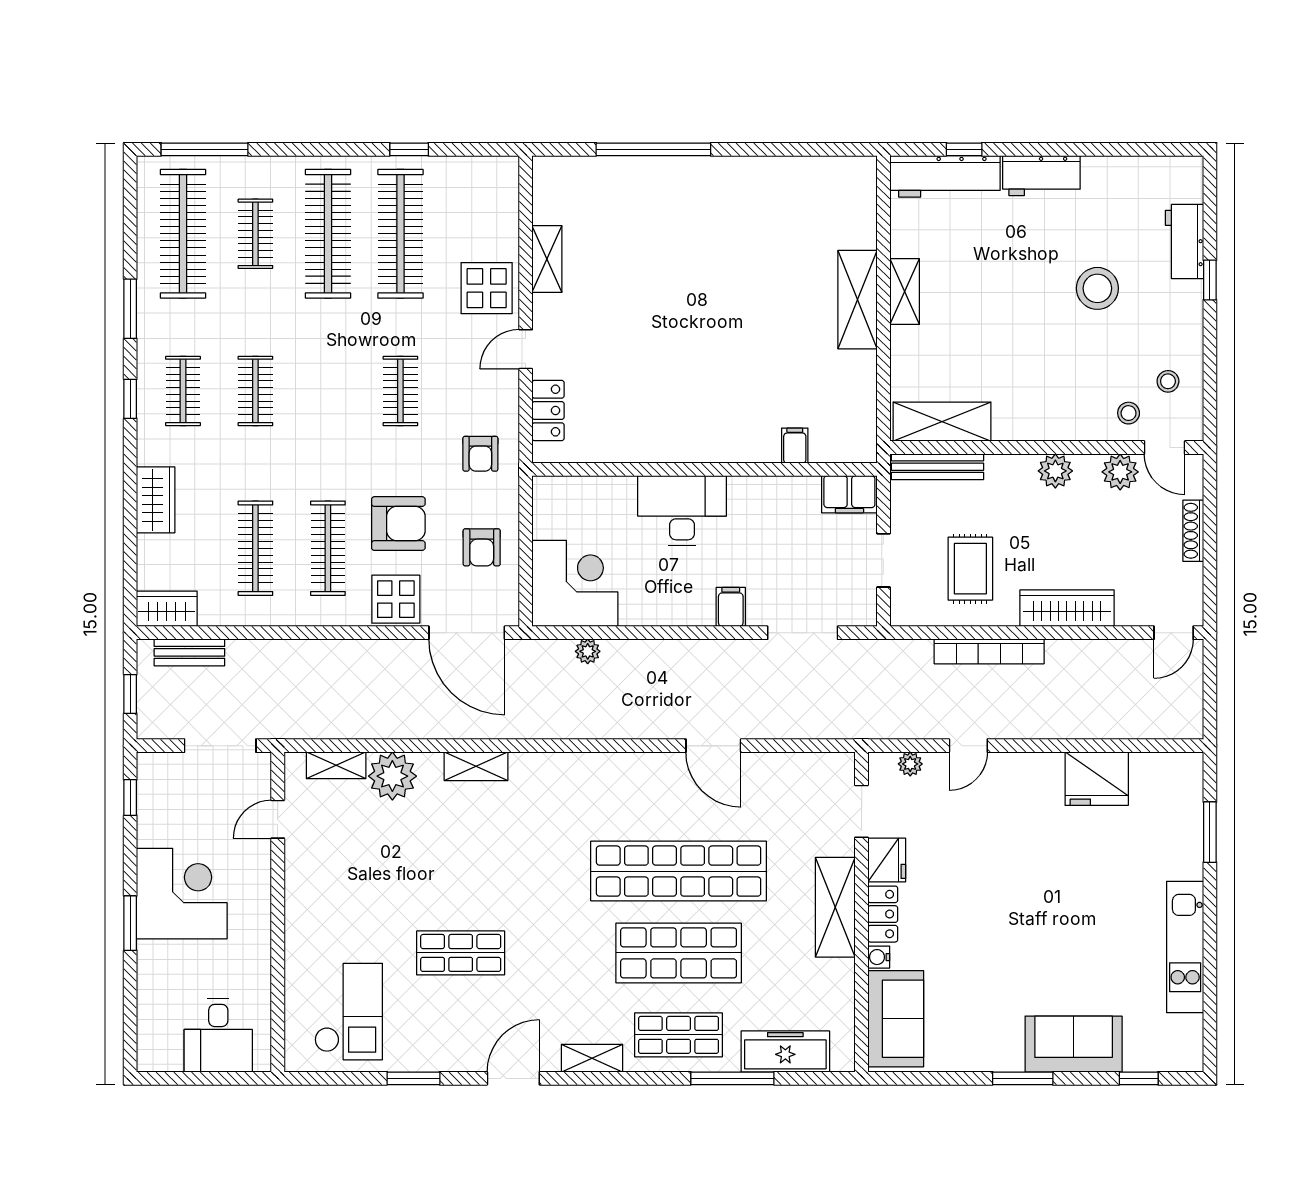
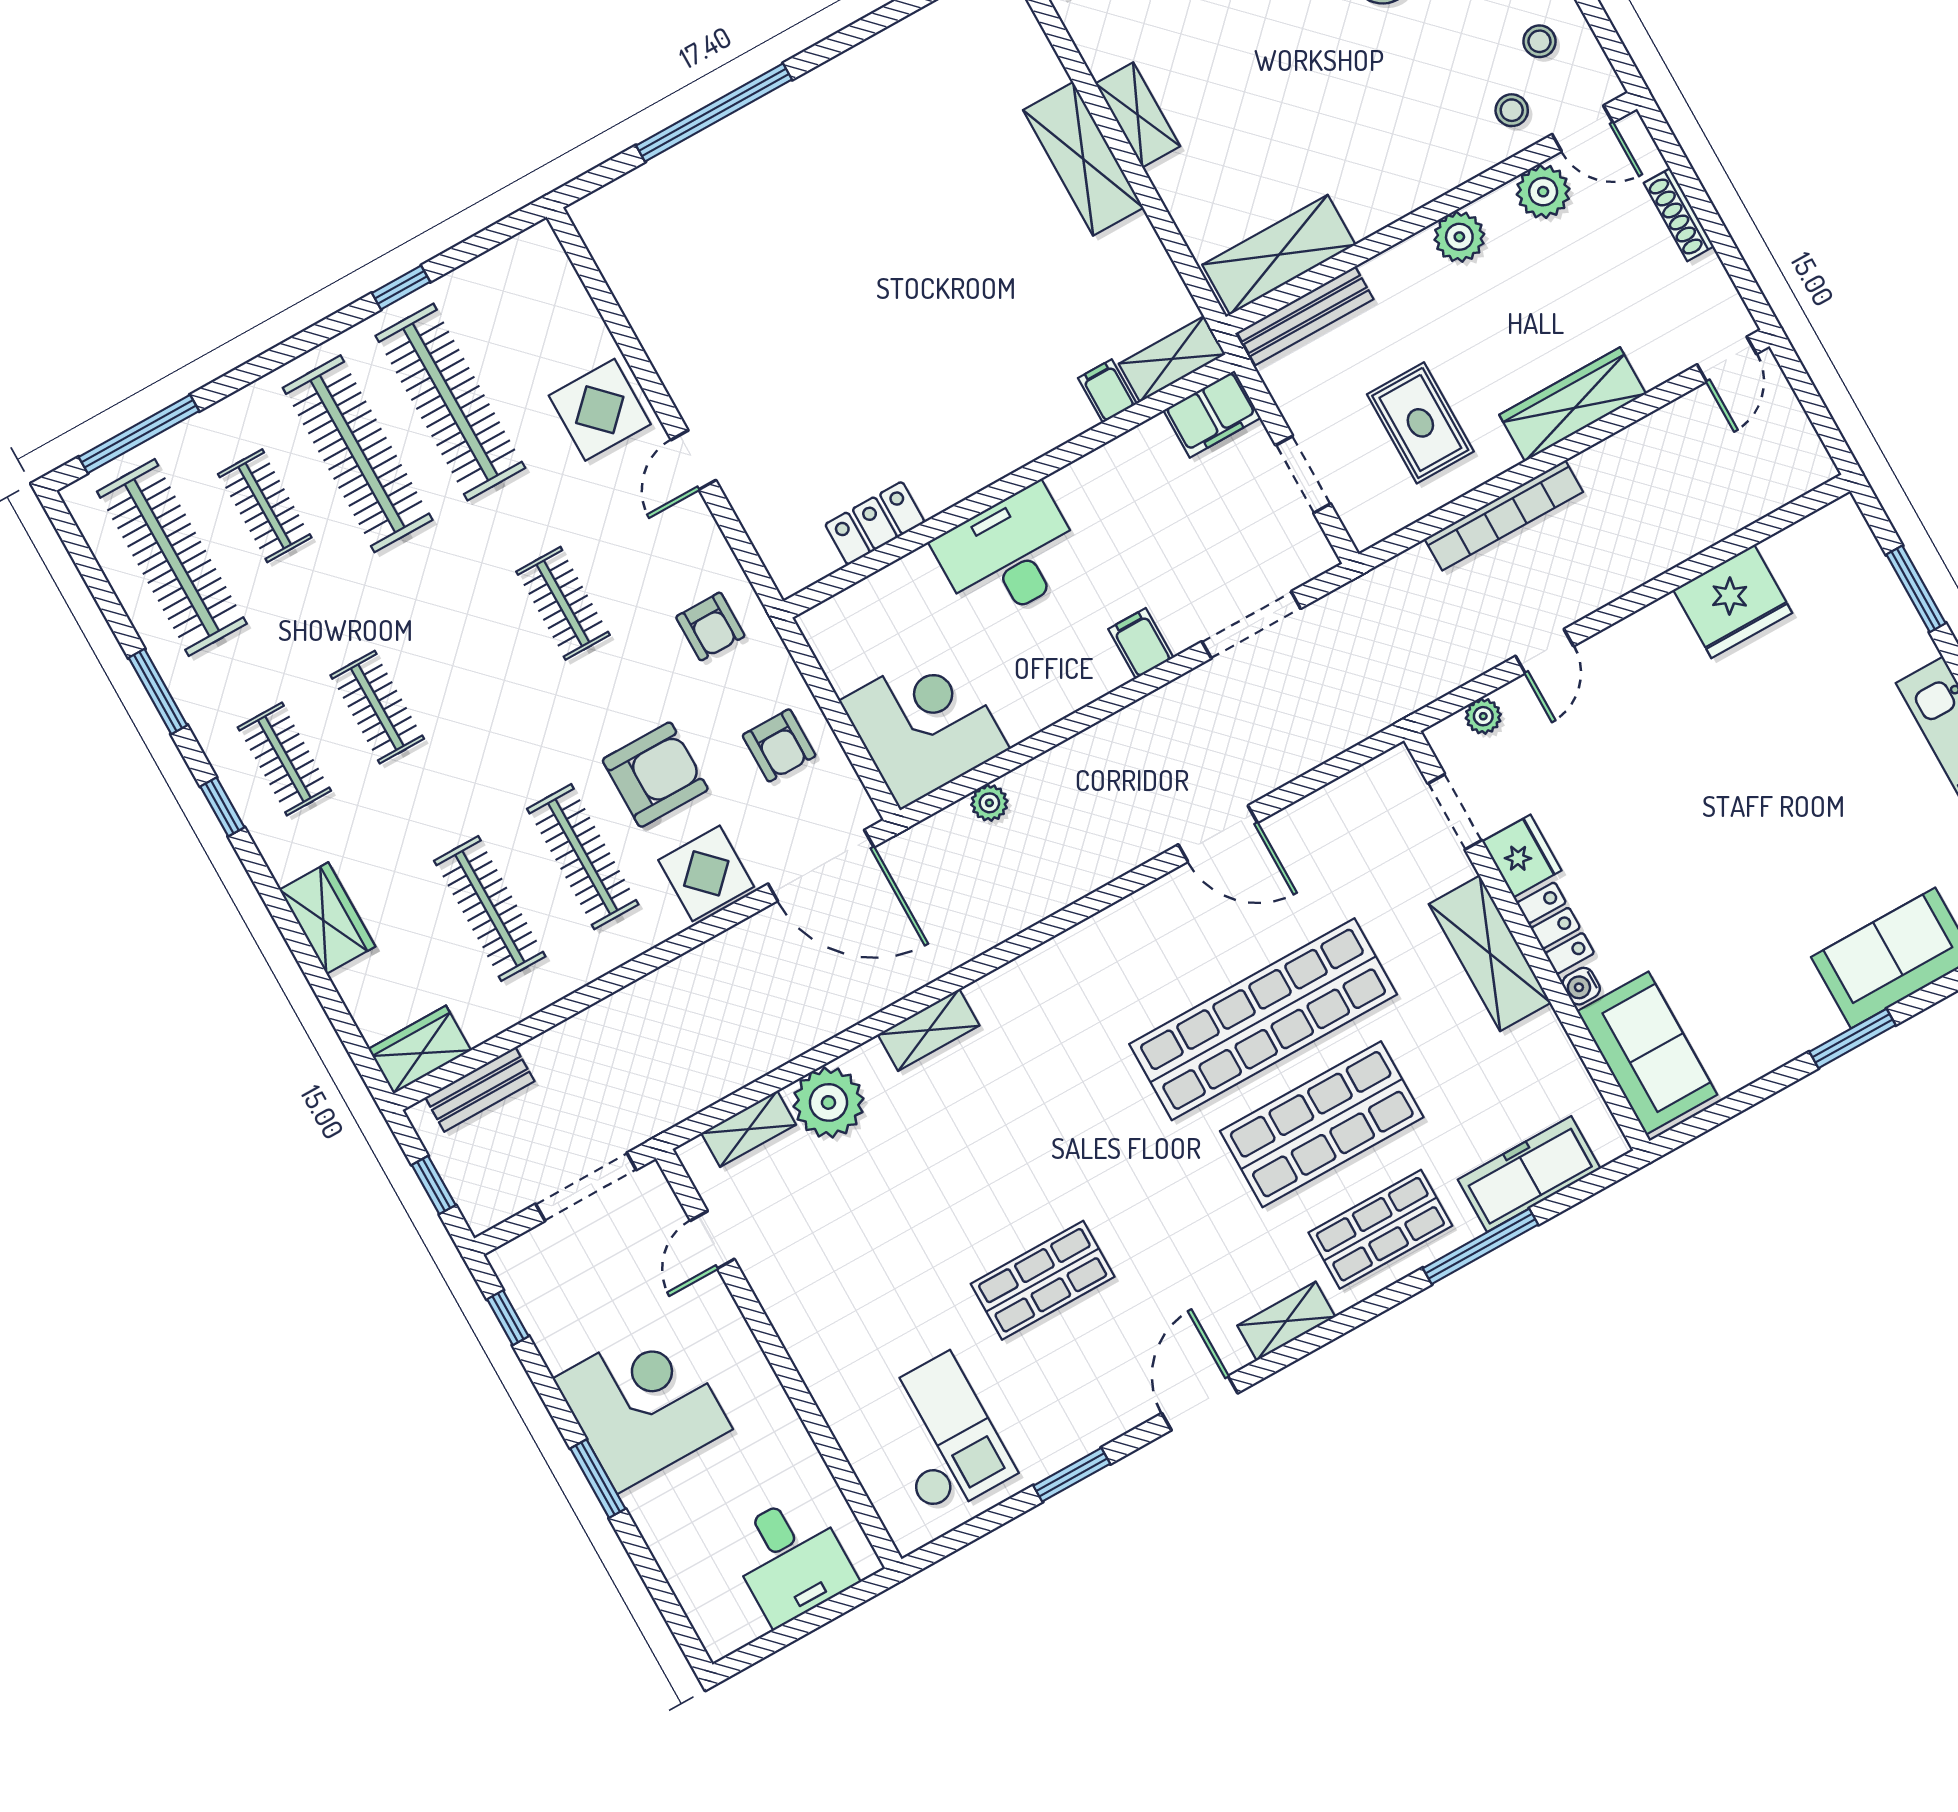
shelving: (547, 259) -> (1172, 359), moved, turned 90
locker: (548, 411) -> (875, 523), moved, turned -90

